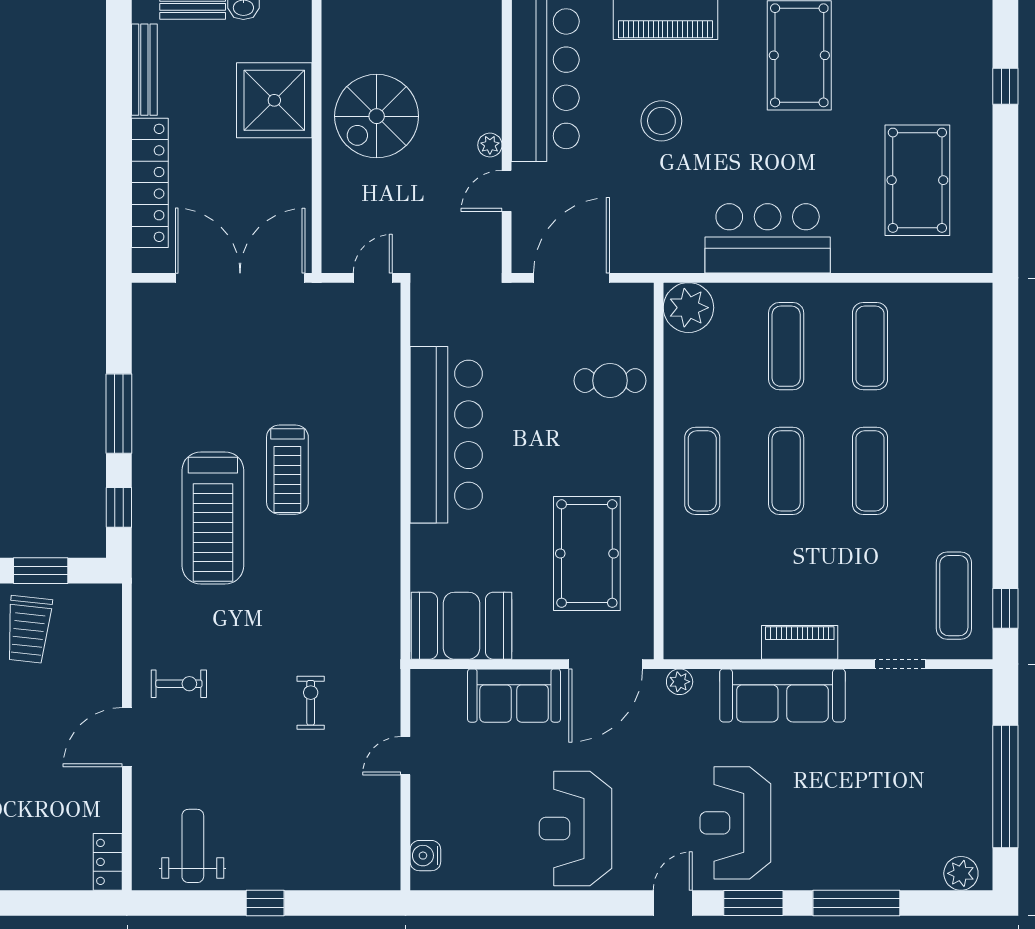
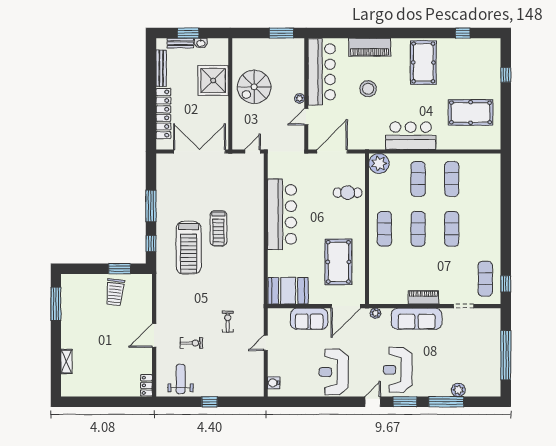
pool table: (917, 180) -> (471, 112), turned 90
exercise bike: (179, 684) -> (191, 343), moved
plant: (961, 873) -> (458, 390), moved

